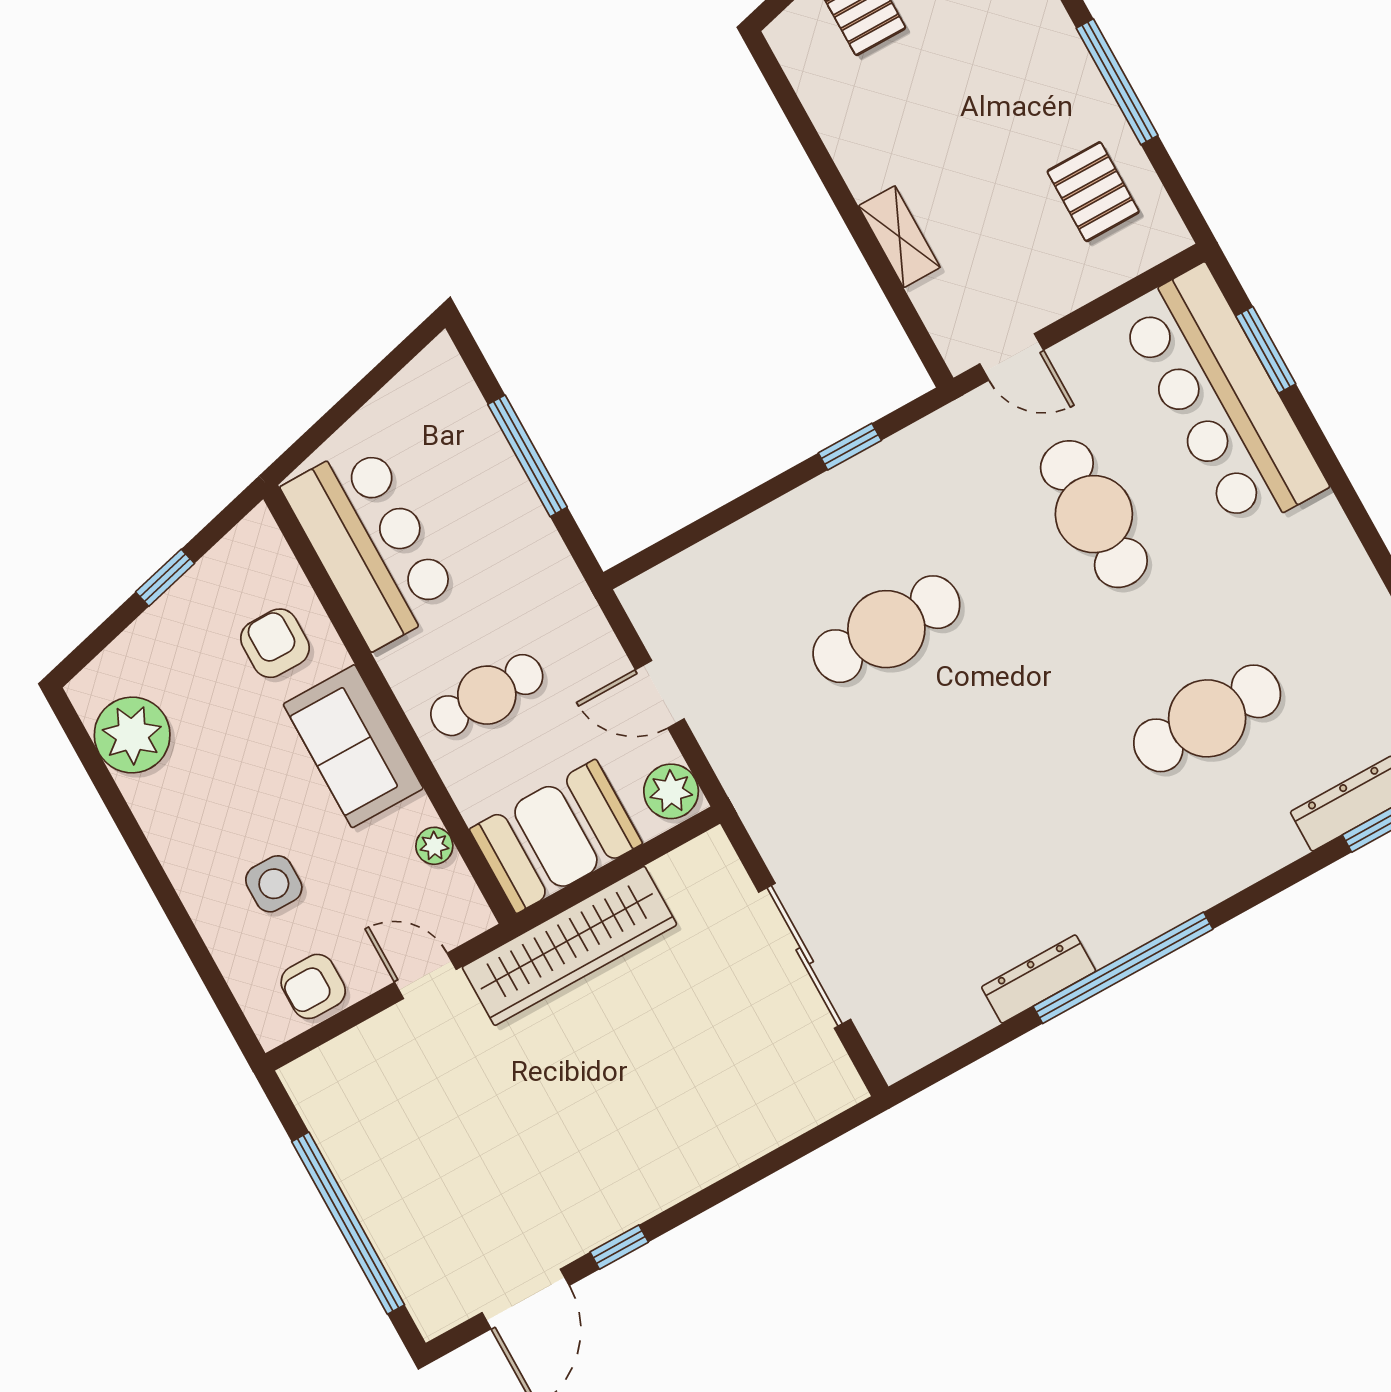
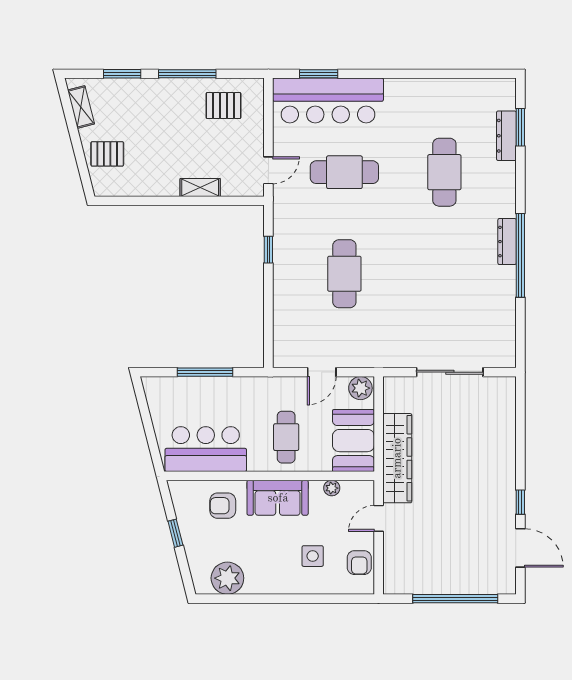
dresser: (1039, 979) -> (507, 242), moved

